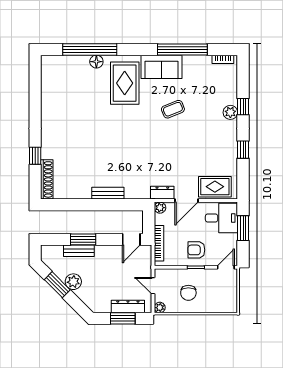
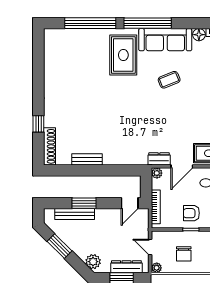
window: (182, 49) -> (148, 23), moved
floor lamp: (96, 62) -> (199, 35), moved
sofa: (162, 67) -> (165, 40), width x1.36
bench: (108, 193) -> (87, 159), moved
bench: (79, 251) -> (75, 214), width x1.36
plant: (73, 282) -> (93, 262), moved

